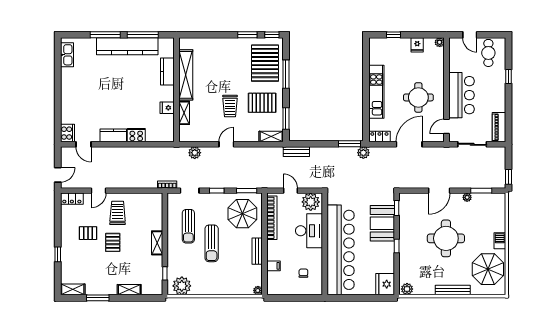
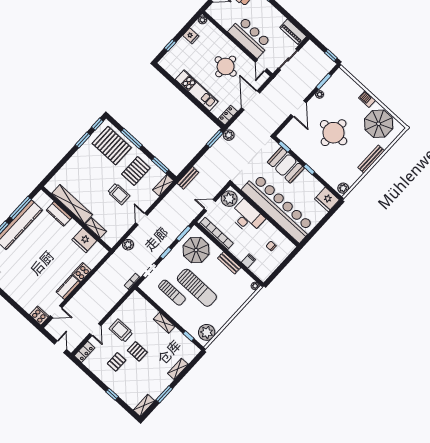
fridge: (167, 108) -> (84, 240), width x1.88, depth x1.34
sun lounger: (212, 243) -> (197, 288), width x1.36, depth x1.34

